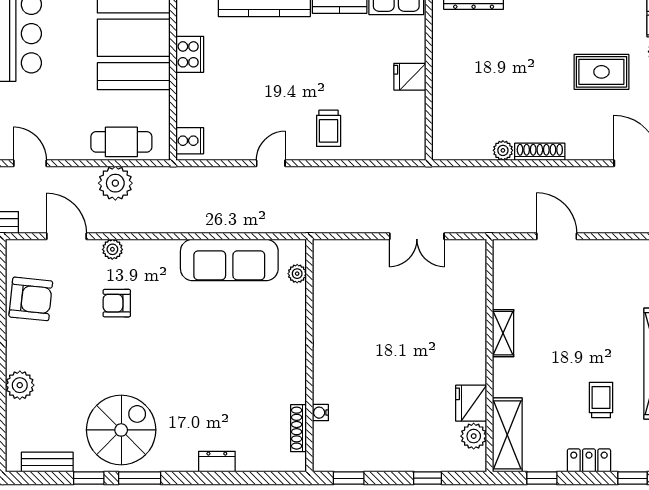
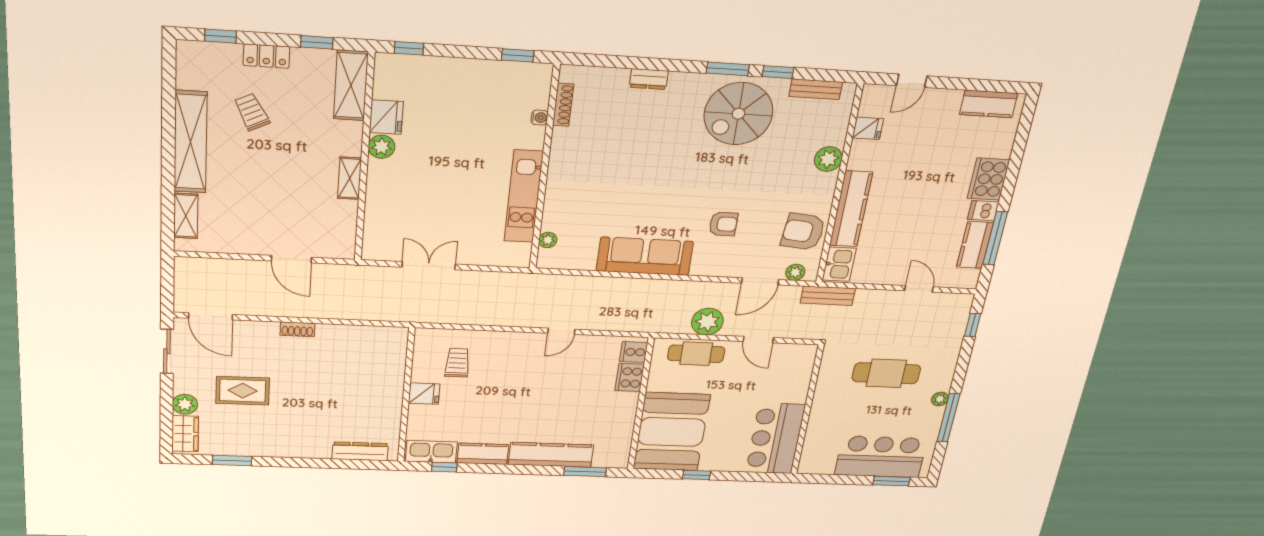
cooker: (190, 54) -> (630, 378), moved
trolley: (329, 128) -> (457, 363), moved
plant: (503, 150) -> (340, 332), removed
shoe rack: (540, 152) -> (297, 329), width x0.70
door: (30, 163) -> (758, 340), moved
door: (66, 236) -> (760, 281), hinge flipped
plant: (112, 249) -> (795, 272), moved
sofa: (229, 260) -> (645, 256), moved
kitchen unit: (327, 323) -> (524, 196), added
trolley: (601, 400) -> (252, 112), turned 153
plant: (474, 436) -> (382, 147), moved
window: (427, 478) -> (409, 48), moved

